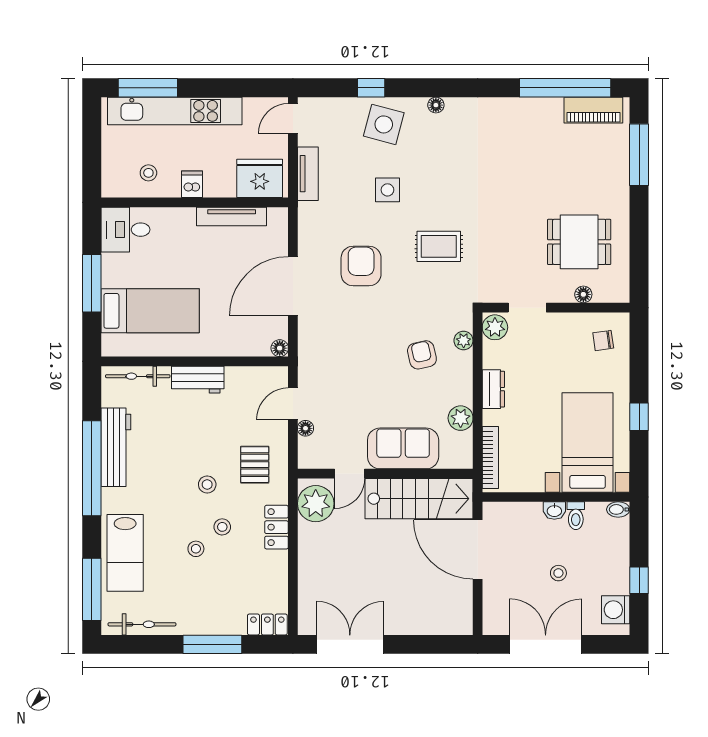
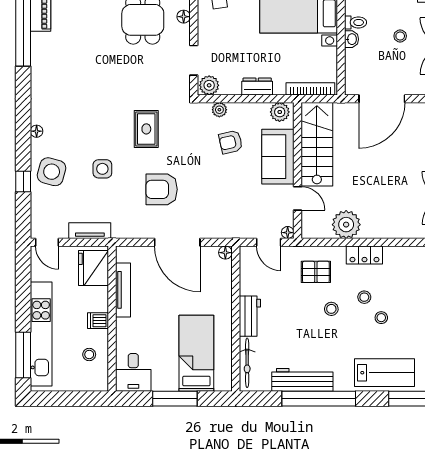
sofa: (403, 448) -> (278, 157), moved
door: (349, 474) -> (297, 198), moved
wall: (385, 474) -> (297, 171), moved
stairs: (419, 499) -> (317, 144), moved

